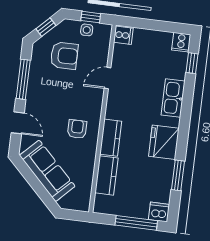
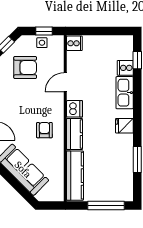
cooker: (181, 42) -> (125, 68), moved, turned 90
fridge: (164, 142) -> (124, 126), width x0.53, depth x0.75
kitchen counter: (106, 175) -> (75, 176), width x1.50
dishwasher: (159, 212) -> (75, 109), moved, turned 90

